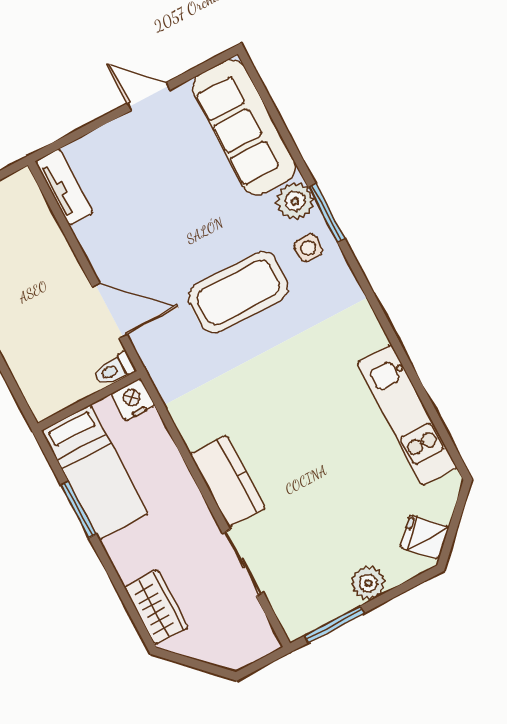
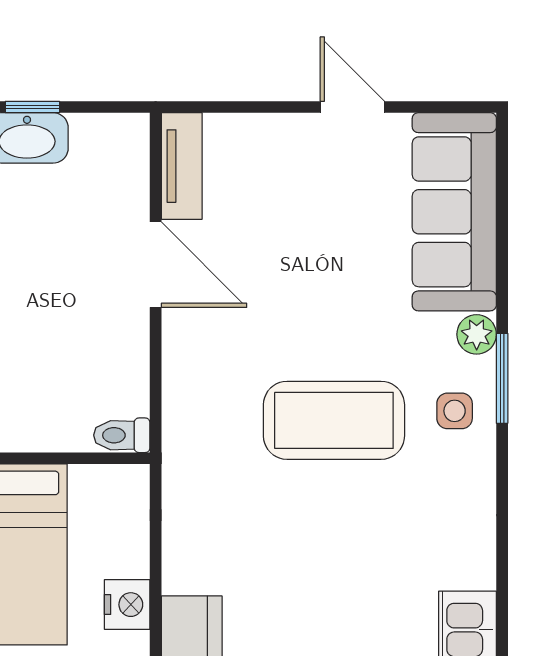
plant: (295, 201) -> (477, 334), width x0.73, depth x0.73
door: (109, 311) -> (156, 265), moved
nightstand: (133, 400) -> (127, 605), moved, turned 90

